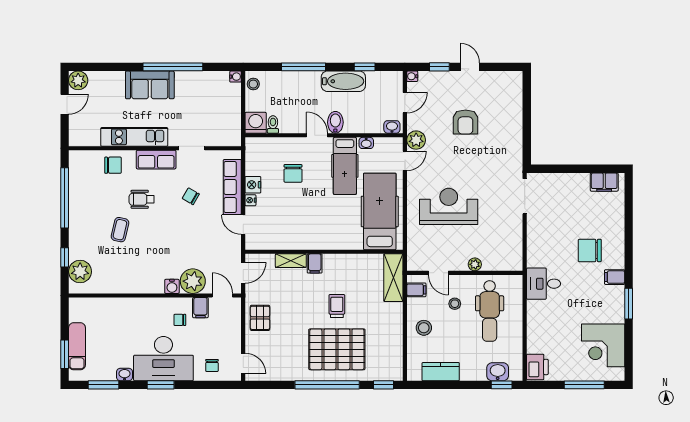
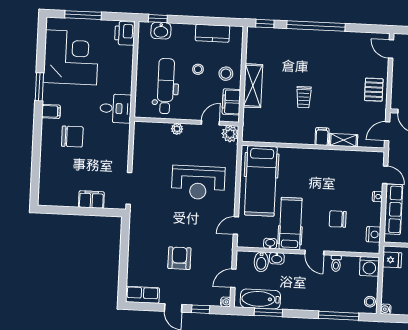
window: (304, 67) -> (339, 316), moved
window: (365, 67) -> (268, 312), width x1.50
row of seats: (504, 80) -> (142, 295), added
bathtub: (343, 81) -> (260, 299), moved
bidet: (335, 122) -> (261, 262), moved
toilet: (273, 124) -> (336, 263), moved
washbasin: (392, 127) -> (277, 258), moved
fridge: (231, 131) -> (392, 260), added
plant: (416, 140) -> (230, 134), moved
chair: (293, 173) -> (338, 219), turned -90
filing cabinet: (604, 182) -> (91, 200), moved
nightstand: (253, 185) -> (373, 234), moved
door: (438, 273) -> (210, 123), hinge flipped
shelving: (393, 278) -> (253, 86), moved
filing cabinet: (416, 290) -> (231, 102), width x2.00
stool: (455, 304) -> (198, 69), moved
corner desk: (603, 345) -> (71, 57), width x1.36, depth x1.36
pallet: (337, 349) -> (306, 58), removed

